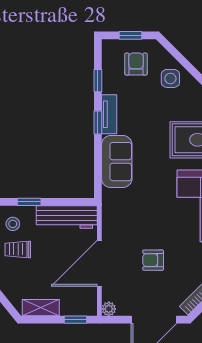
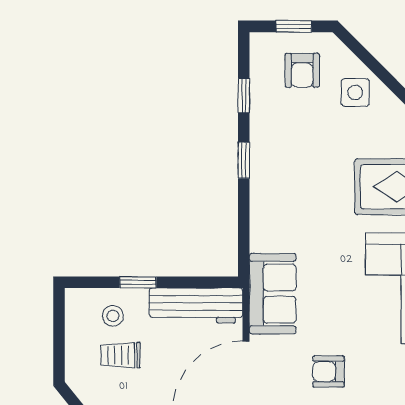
armchair: (136, 64) -> (302, 70), turned 180
tv unit: (109, 114) -> (261, 148), removed
sofa: (117, 162) -> (273, 294), moved

